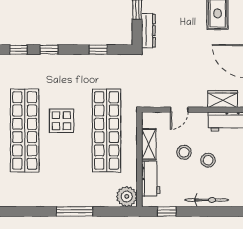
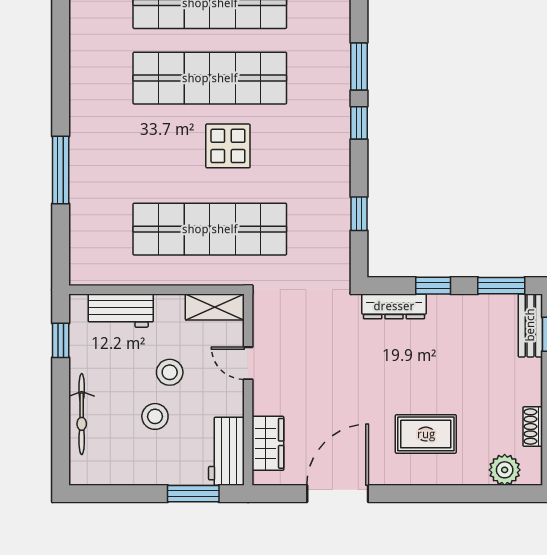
window: (18, 50) -> (359, 67), width x1.50
shelving: (149, 144) -> (215, 307), moved
plant: (127, 196) -> (88, 266), removed

